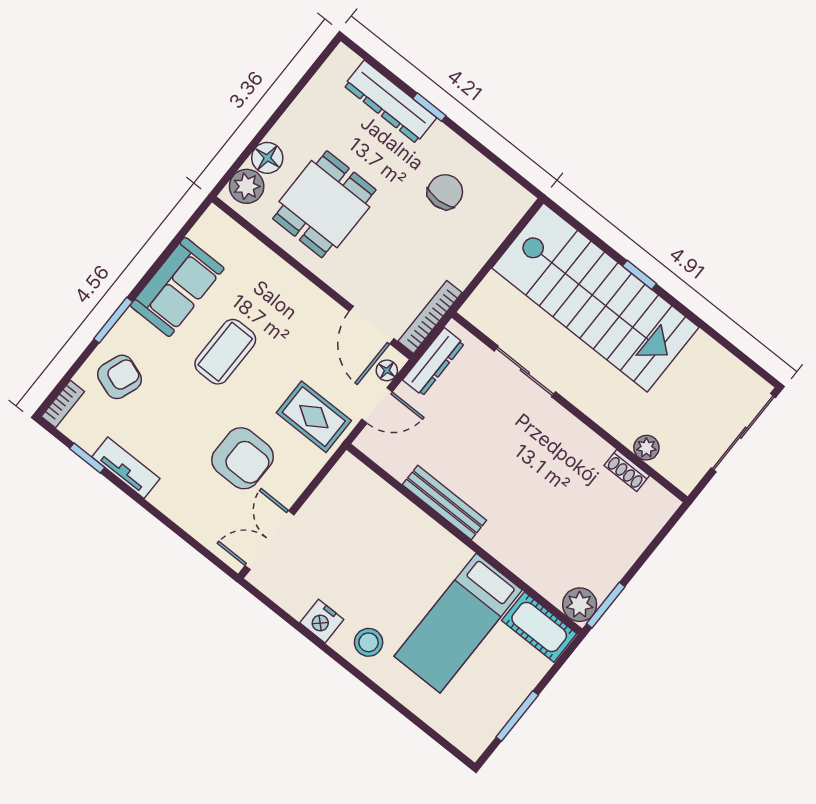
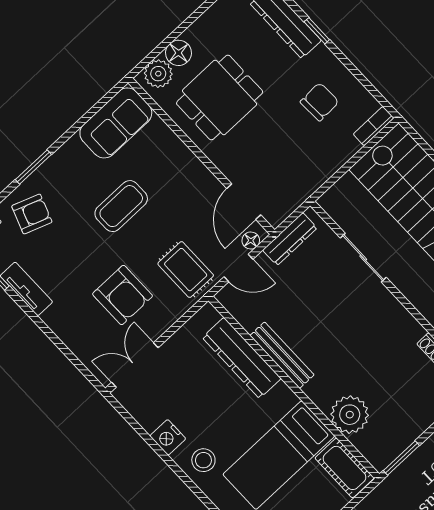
sofa: (177, 287) -> (116, 123), moved
bookcase: (430, 317) -> (374, 126), moved, width x0.64
dresser: (397, 513) -> (242, 358), added
plant: (580, 605) -> (350, 415), moved, width x1.36, depth x1.36

